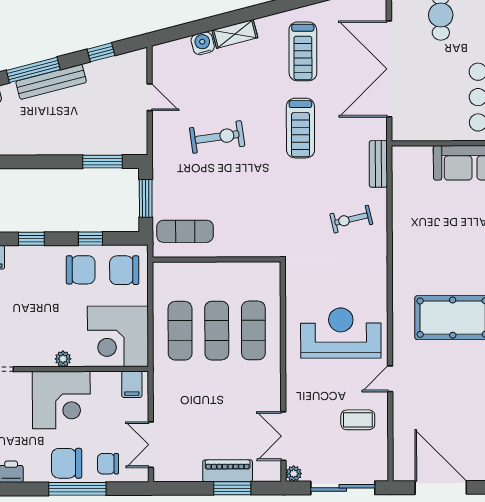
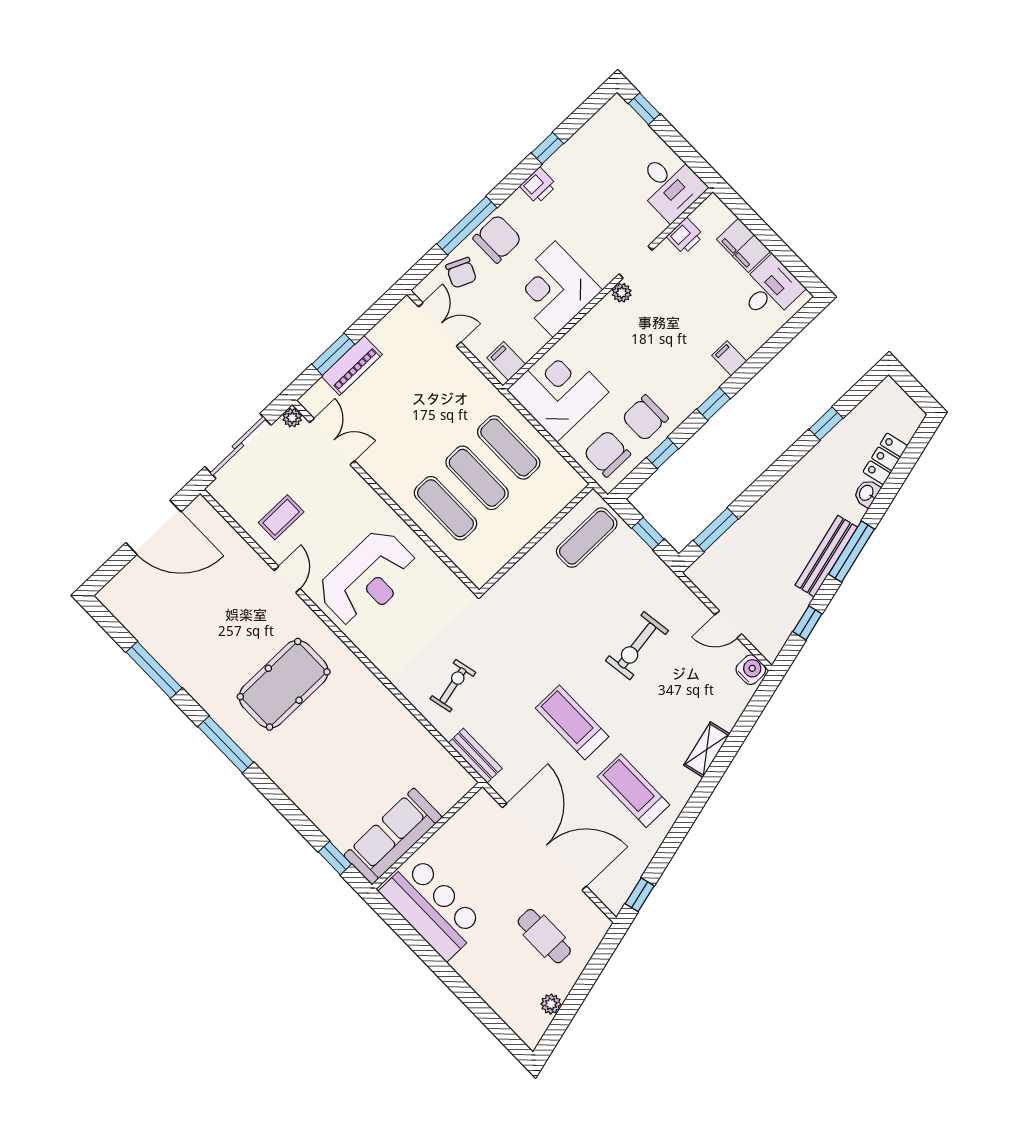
water cooler: (203, 43) -> (751, 670), moved, turned -76
window: (146, 198) -> (648, 533), width x0.67
chair: (124, 270) -> (607, 454), turned -90
plant: (63, 359) -> (622, 293), moved
chair: (108, 464) -> (461, 273), turned 114

